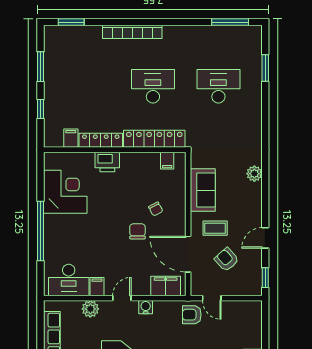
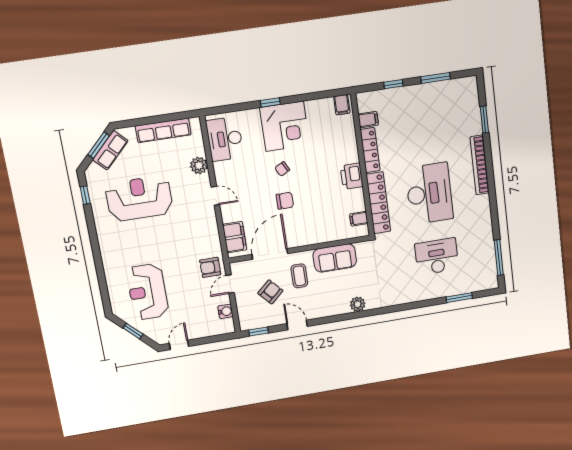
window: (71, 22) -> (484, 119), moved
desk: (153, 86) -> (429, 193), width x1.36, depth x1.30
desk: (218, 86) -> (437, 256), turned -90
printer: (107, 162) -> (352, 176), moved
corner desk: (65, 192) -> (285, 126), moved
chair: (156, 209) -> (282, 169), moved
window: (41, 231) -> (270, 102), width x0.32
filing cabinet: (97, 287) -> (342, 105), moved, turned 90
water cooler: (146, 307) -> (225, 311), moved
armchair: (192, 315) -> (210, 267), turned -90

